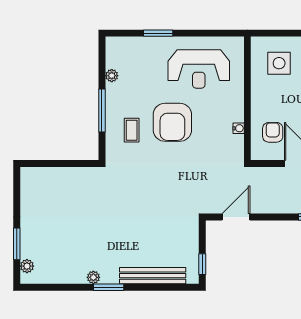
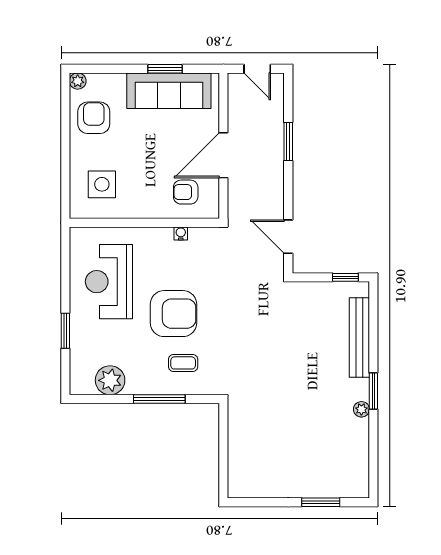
reception desk: (199, 69) -> (109, 282), turned 180
plant: (112, 76) -> (110, 380), width x1.87, depth x1.87
plant: (27, 266) -> (348, 490), removed

